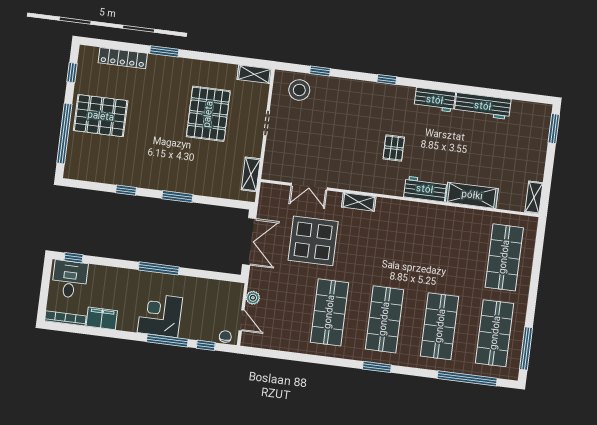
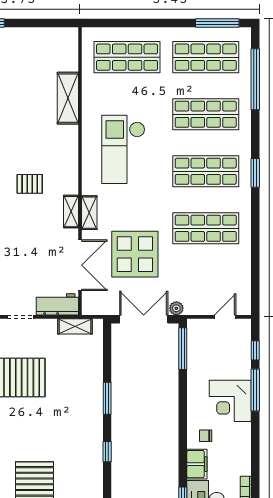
double door: (309, 187) -> (80, 265), width x1.37
workbench: (425, 189) -> (57, 304), moved, turned 90
shelving: (534, 197) -> (71, 212), moved, turned 90
checkout: (416, 243) -> (123, 149), added
window: (159, 268) -> (183, 349), moved
plant: (253, 298) -> (176, 308), moved
filing cabinet: (102, 318) -> (197, 464), moved, turned 180
chair: (225, 337) -> (206, 436), moved

